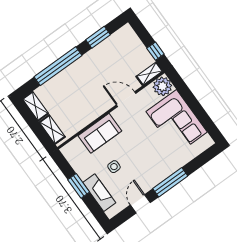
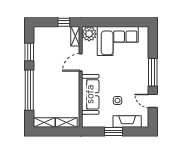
sofa: (100, 133) -> (90, 94), width x1.36

